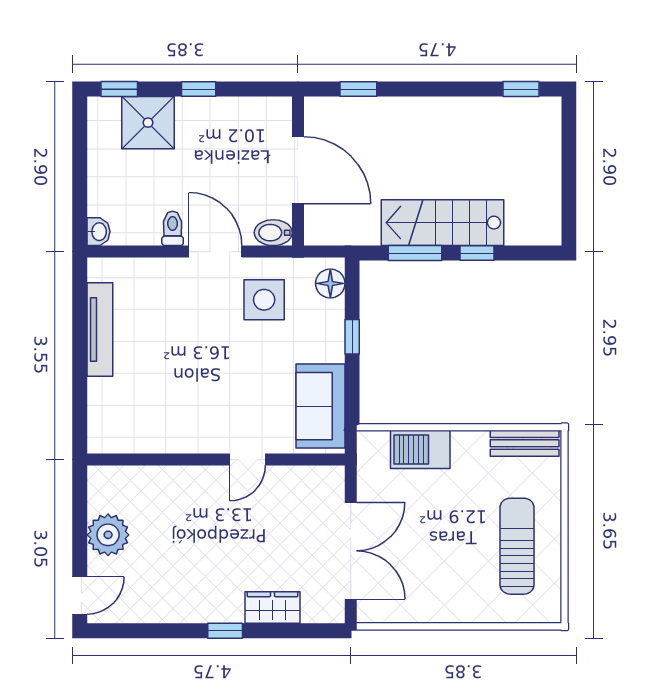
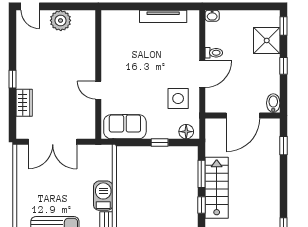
bidet: (273, 233) -> (273, 103), moved
barbecue: (420, 449) -> (103, 196), moved

